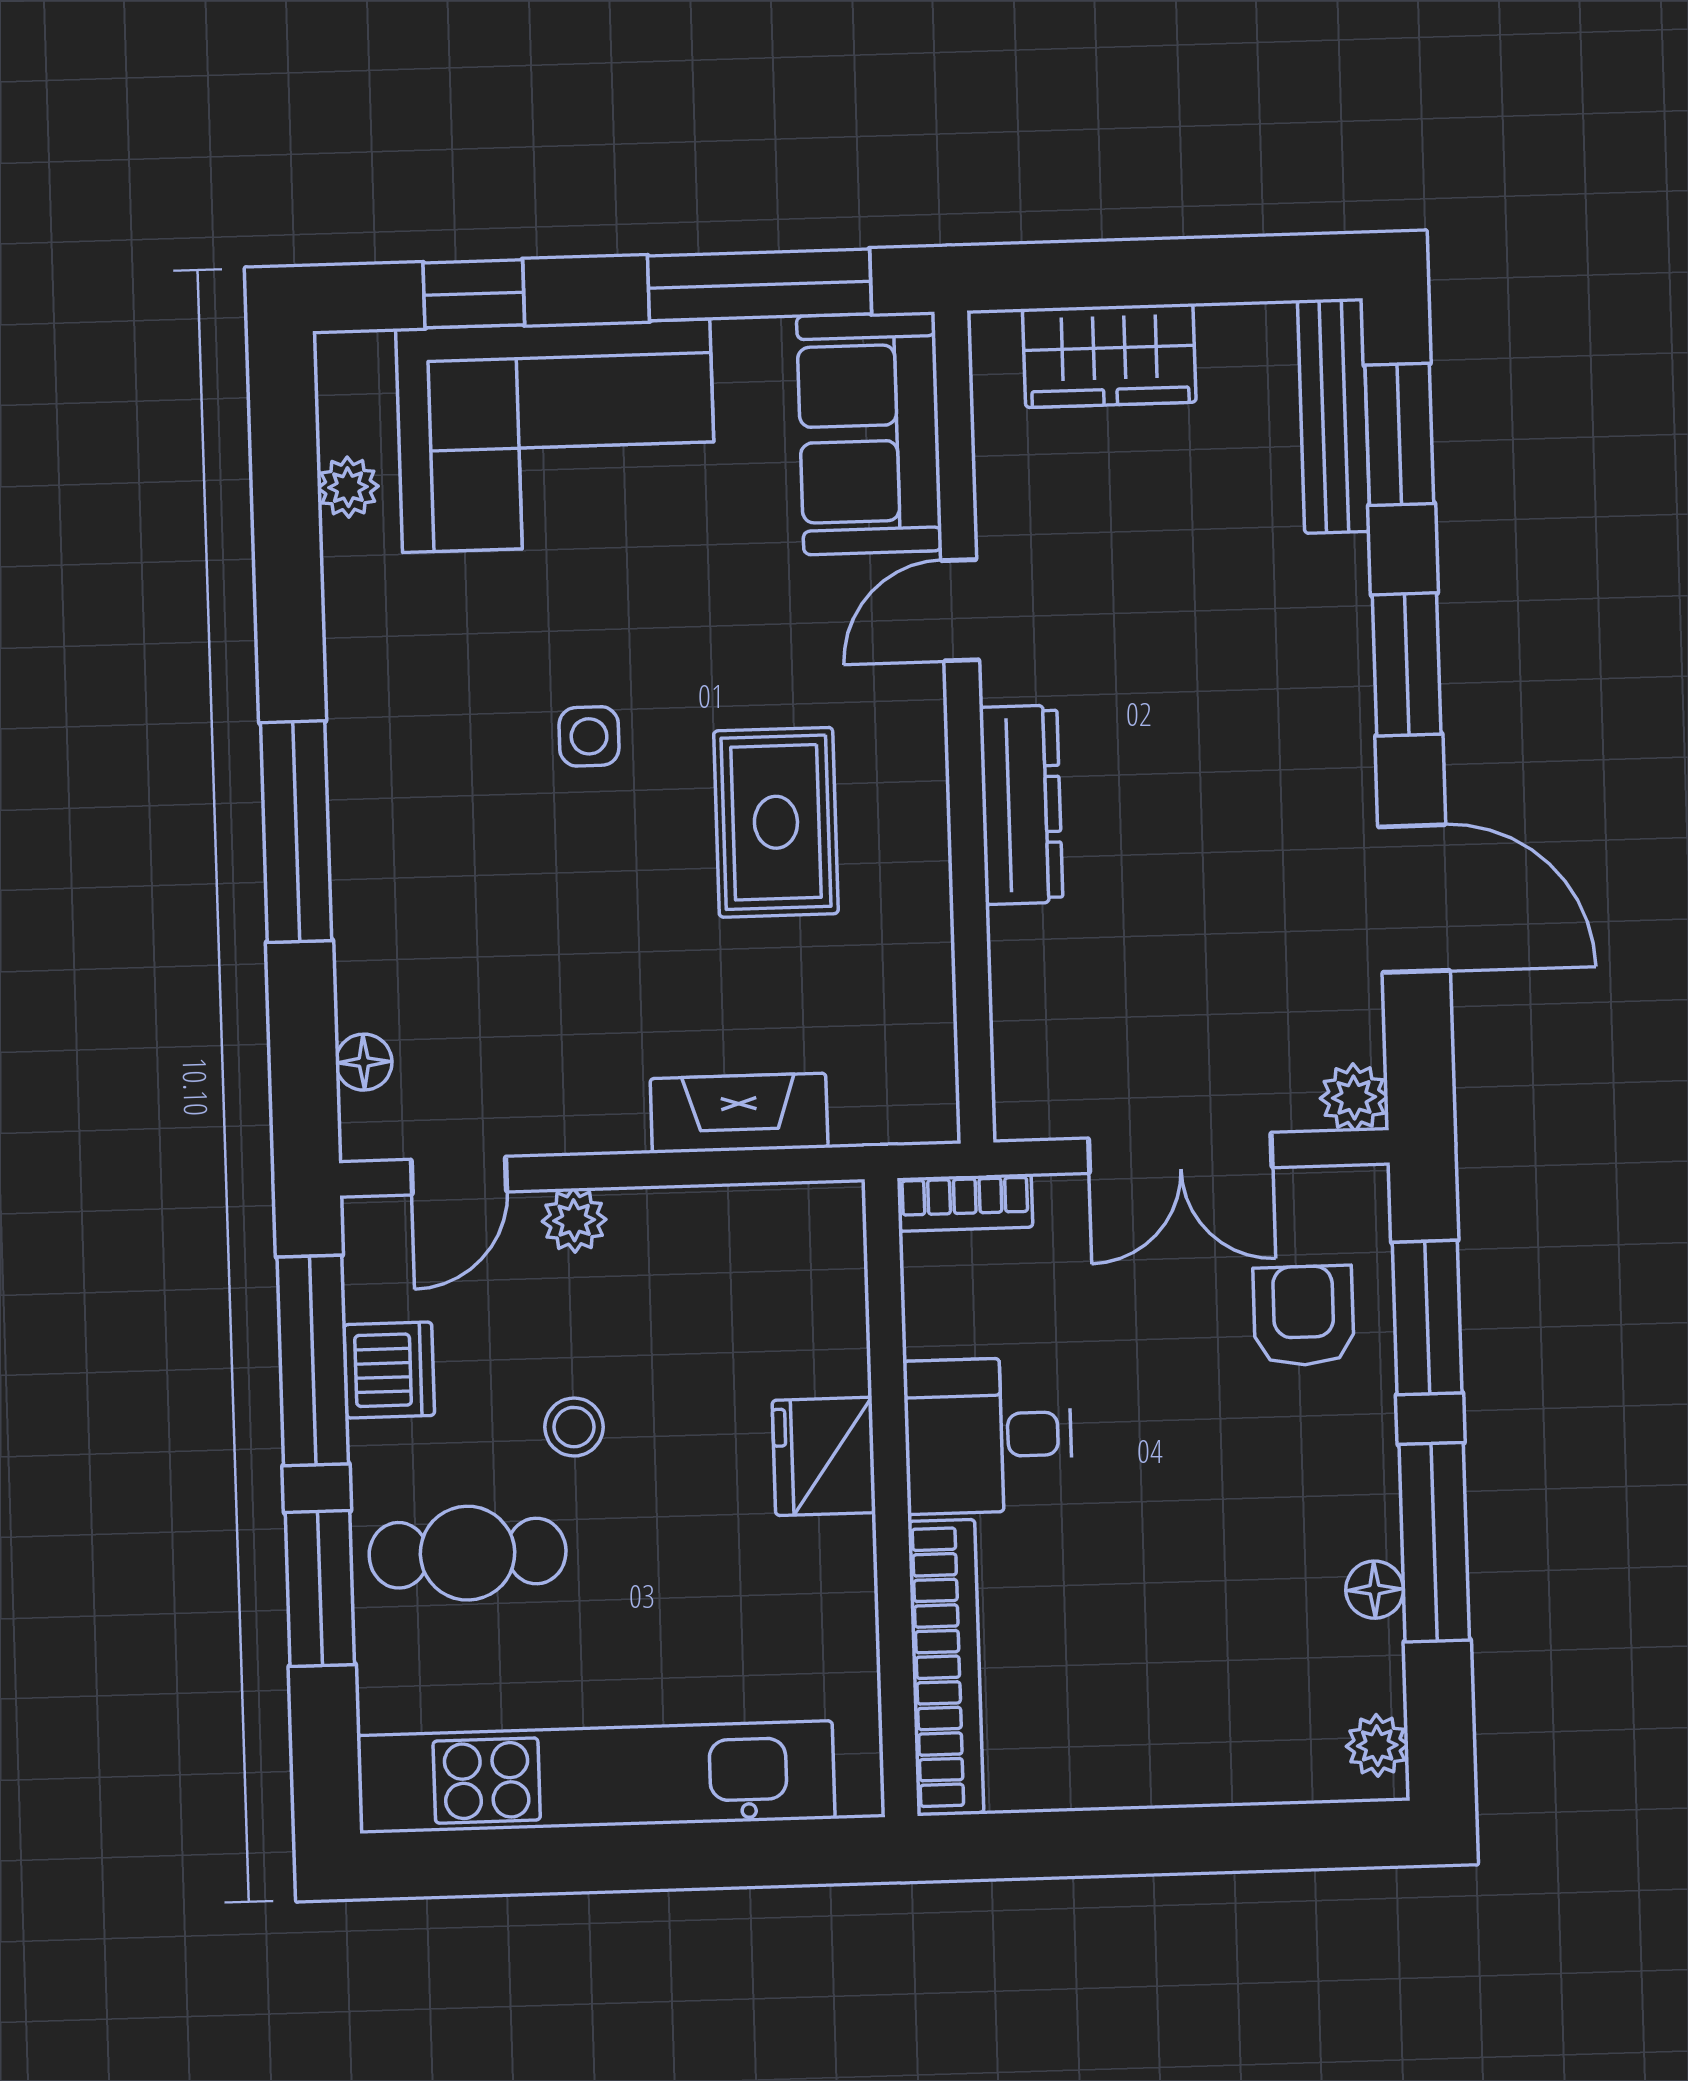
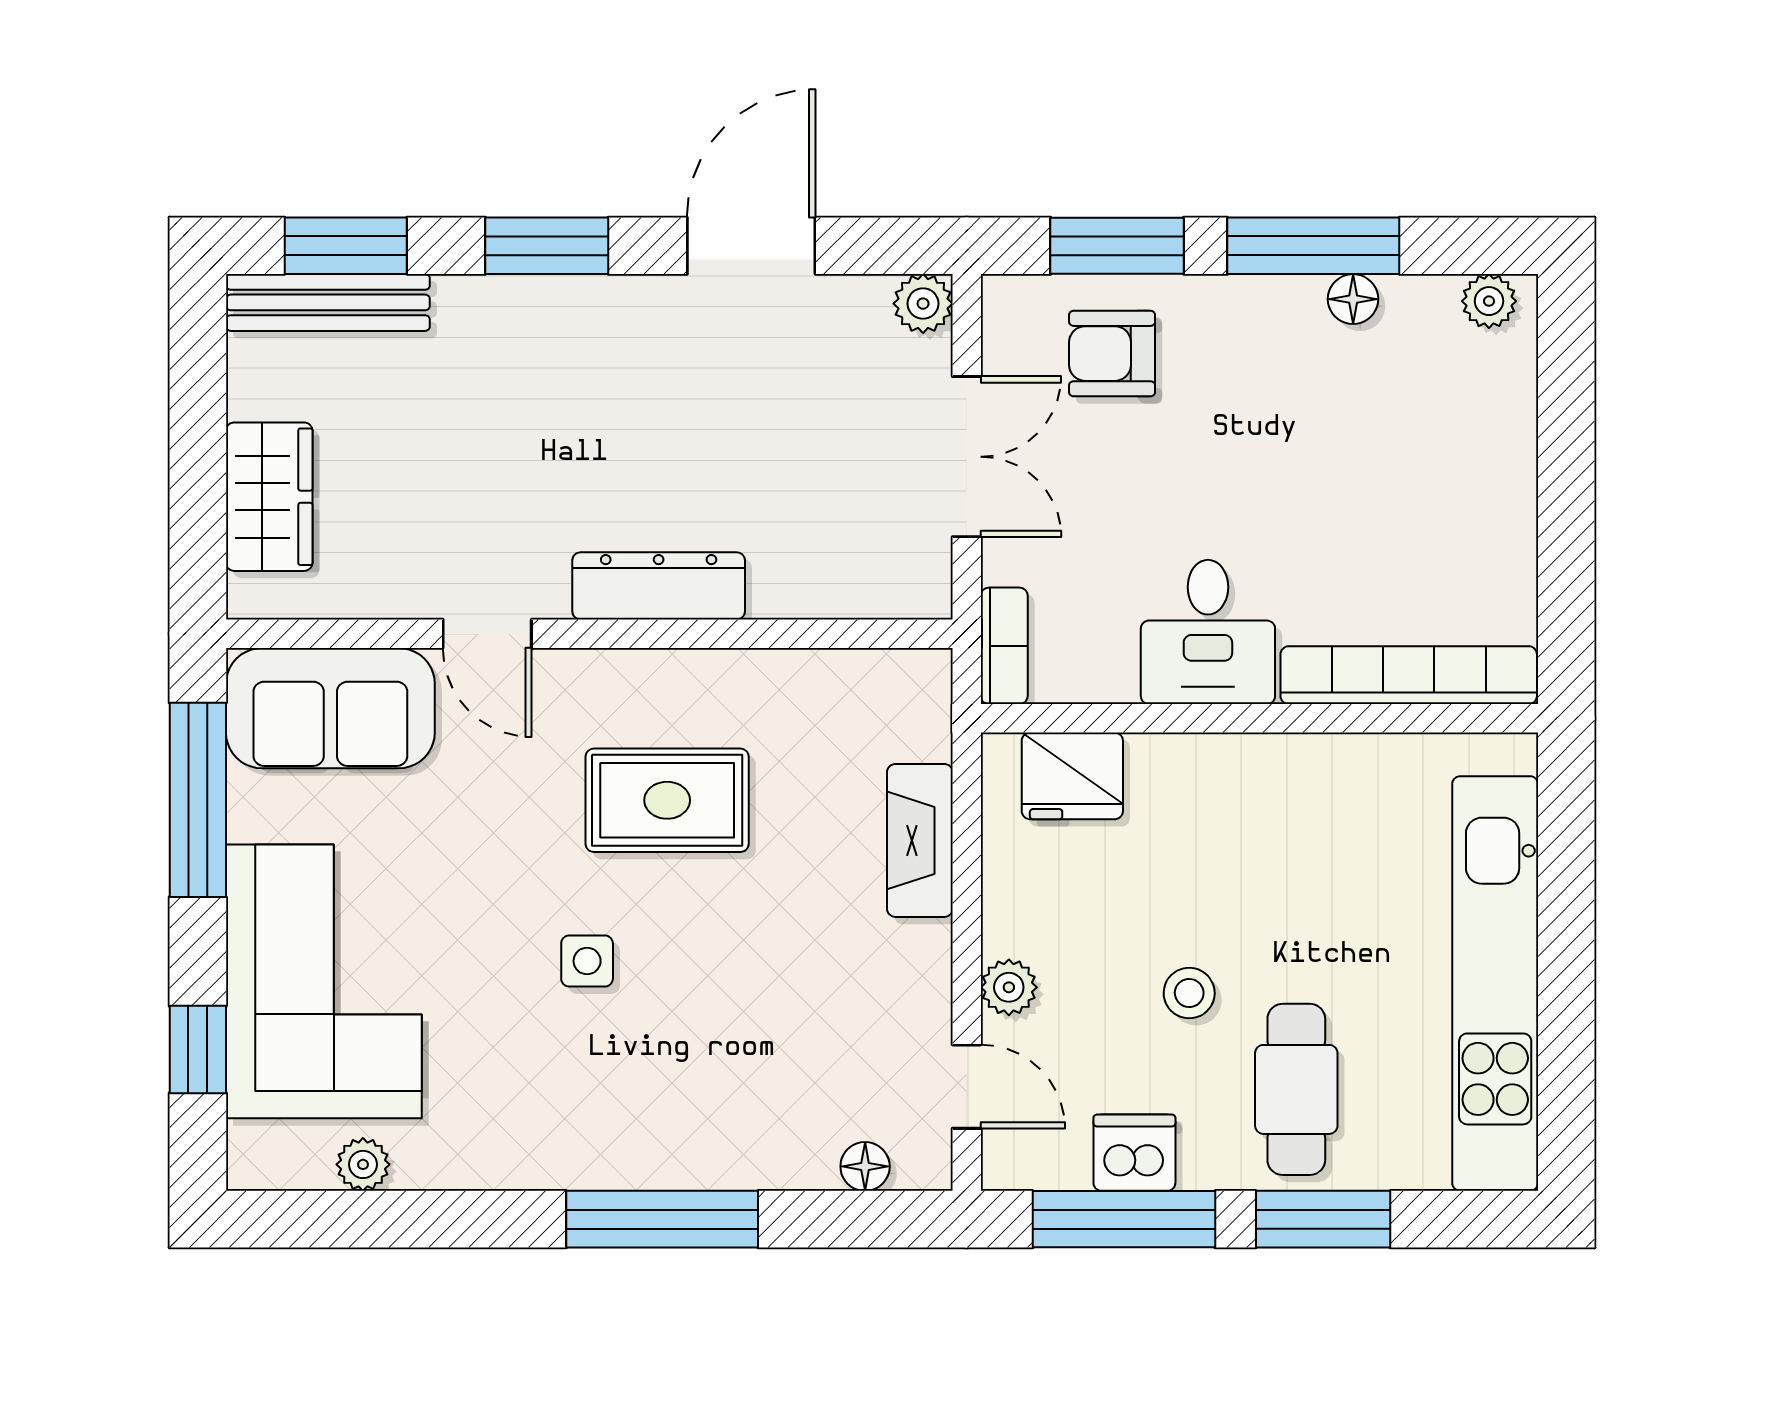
fridge: (824, 1456) -> (1072, 776), moved

